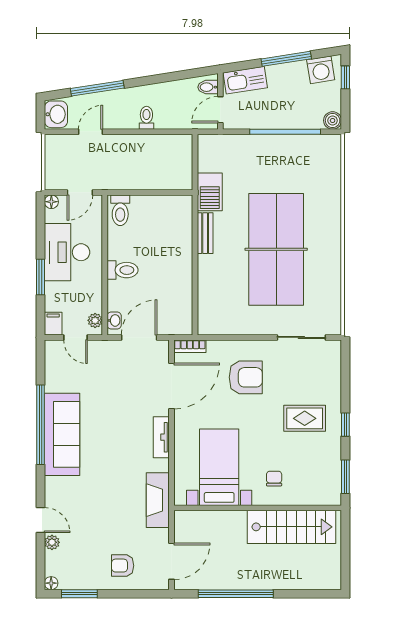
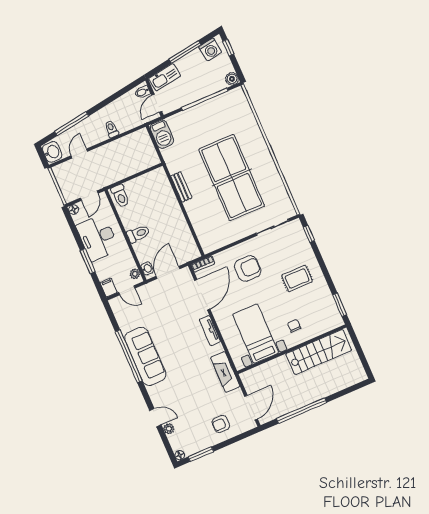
barbecue: (210, 192) -> (162, 134), moved
window: (345, 425) -> (309, 234), moved

